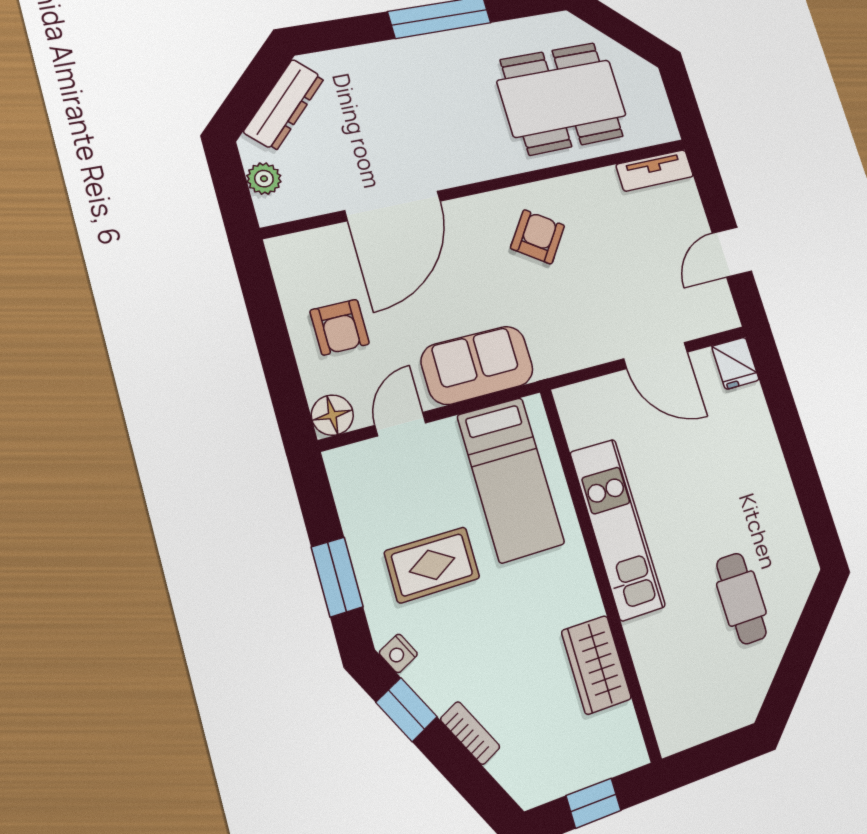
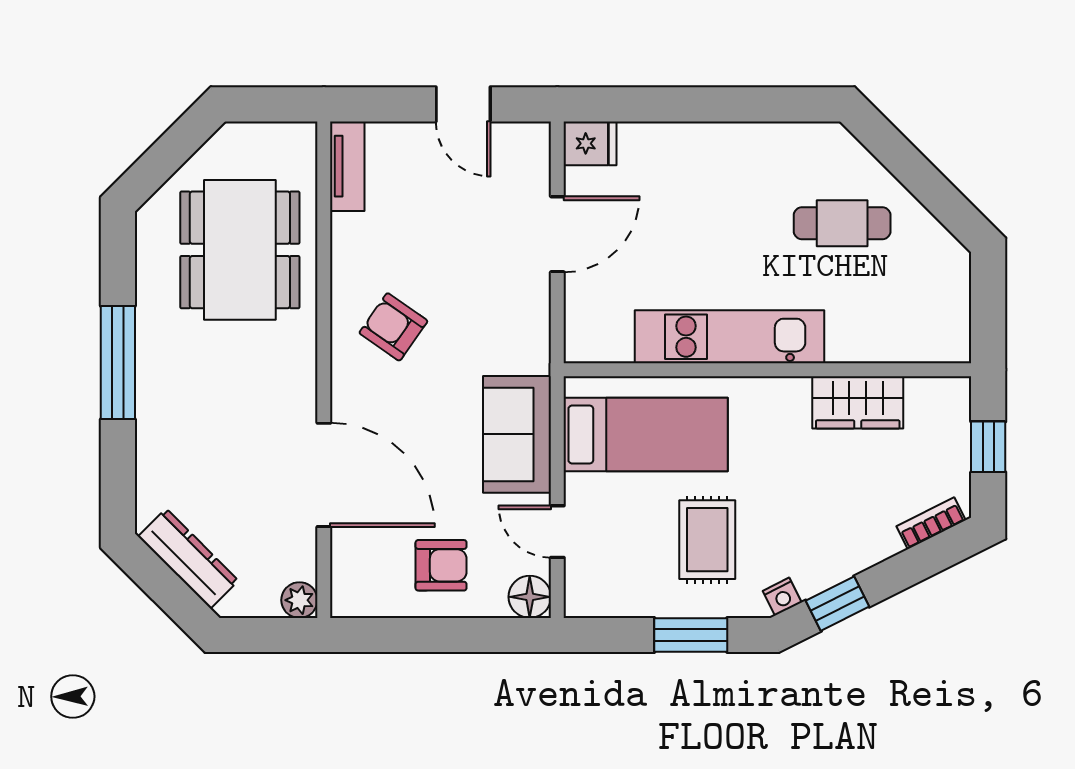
plant: (264, 179) -> (299, 600), moved
bookcase: (470, 733) -> (931, 523), moved

